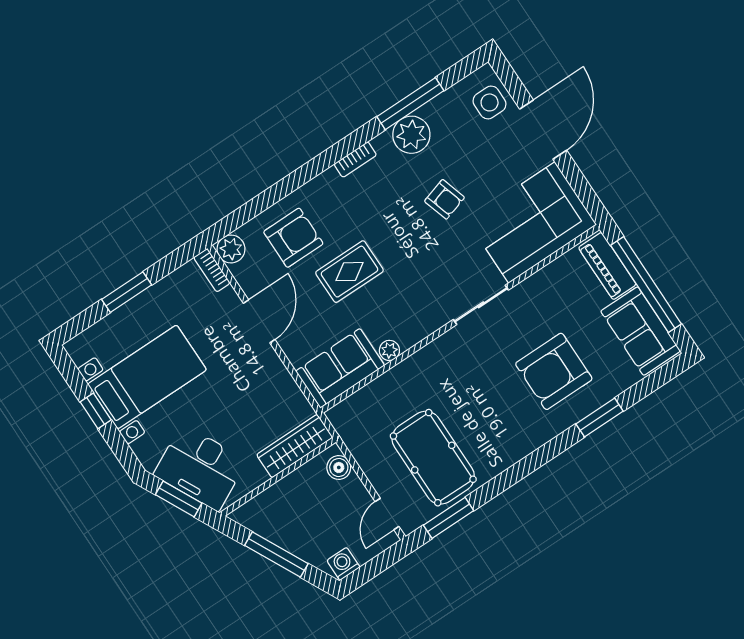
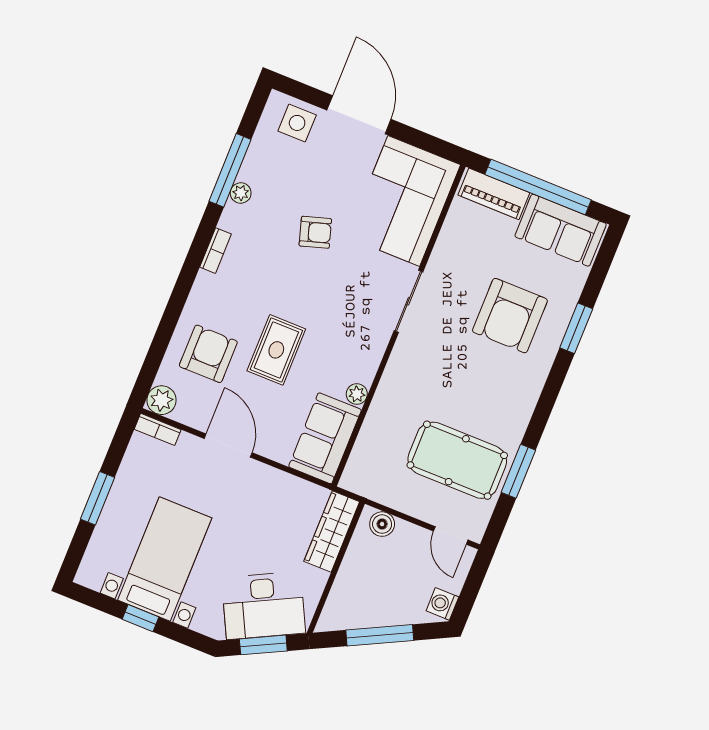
plant: (411, 135) -> (241, 193), width x0.53, depth x0.53
window: (449, 518) -> (518, 471), moved

